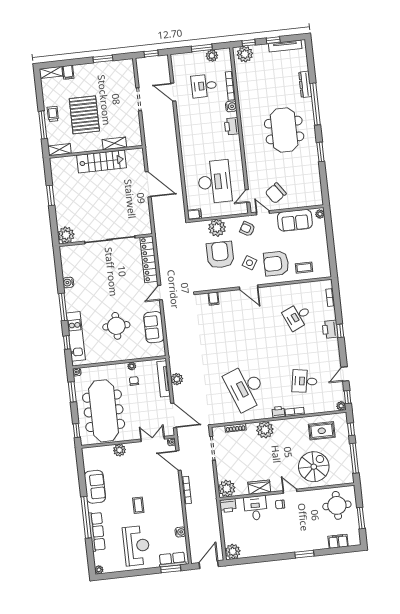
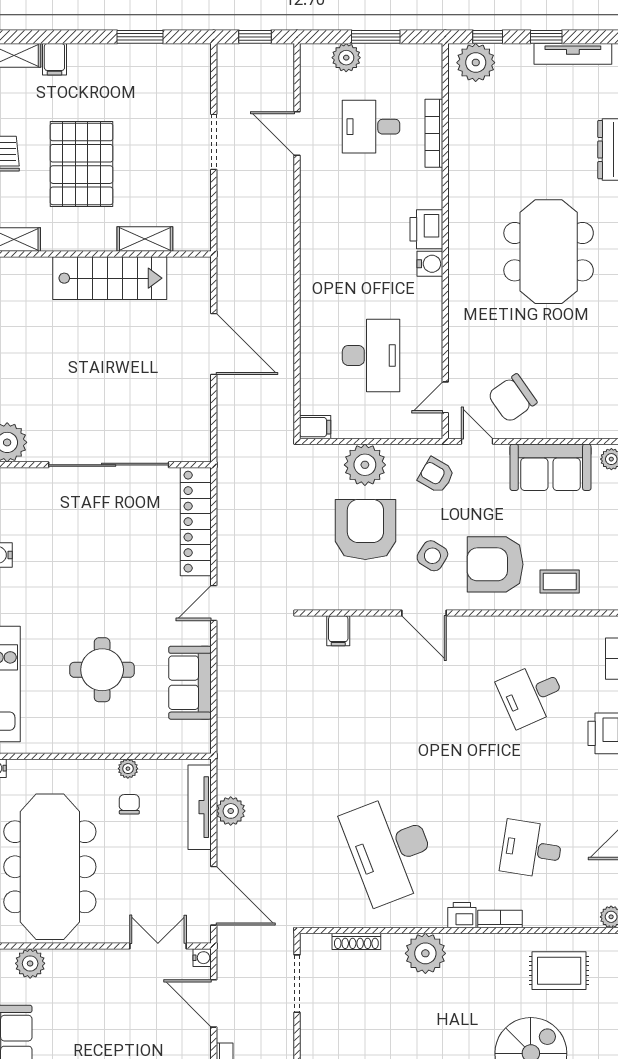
plant: (212, 56) -> (346, 58), moved
water cooler: (231, 106) -> (430, 264), moved
desk: (215, 182) -> (371, 355), width x0.73, depth x0.77
plant: (119, 450) -> (30, 963), moved

